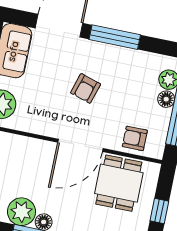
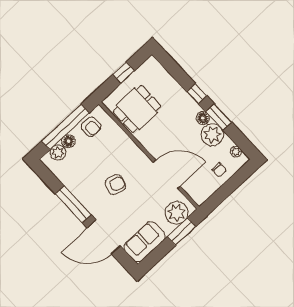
armchair: (135, 138) -> (91, 127), moved
door: (80, 145) -> (167, 174), moved

